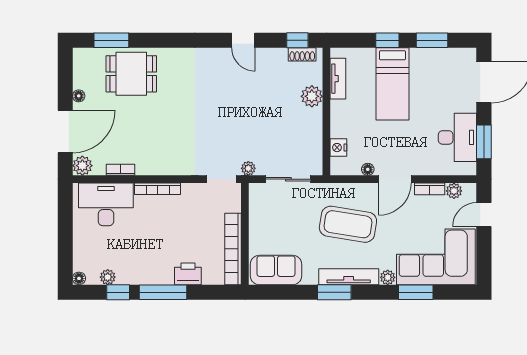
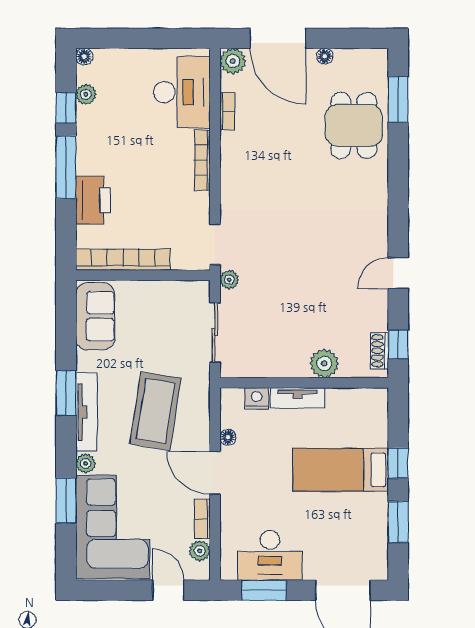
tv unit: (338, 79) -> (297, 398), moved
printer: (188, 274) -> (93, 200), width x1.37, depth x1.19

